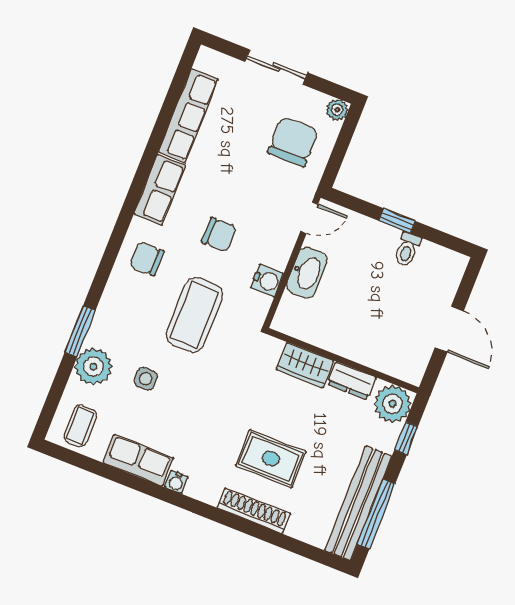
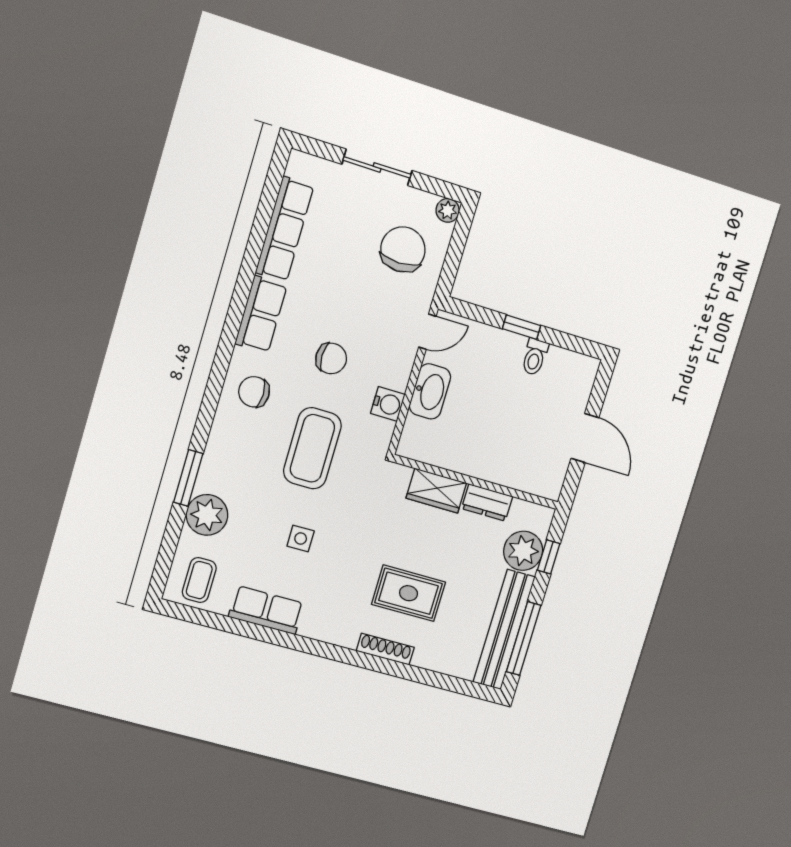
side table: (146, 379) -> (301, 539), moved
plant: (393, 404) -> (523, 551), moved
water cooler: (176, 482) -> (310, 629), removed
shoe rack: (254, 511) -> (385, 649), width x0.74, depth x0.81

